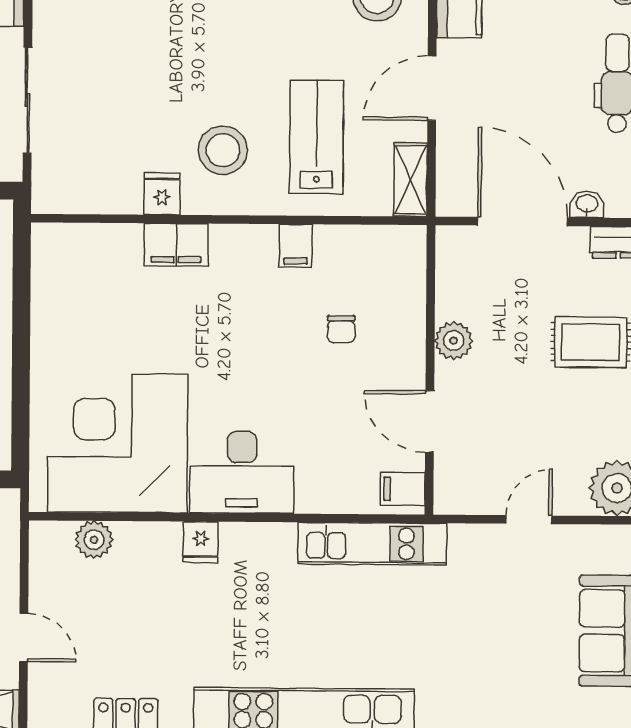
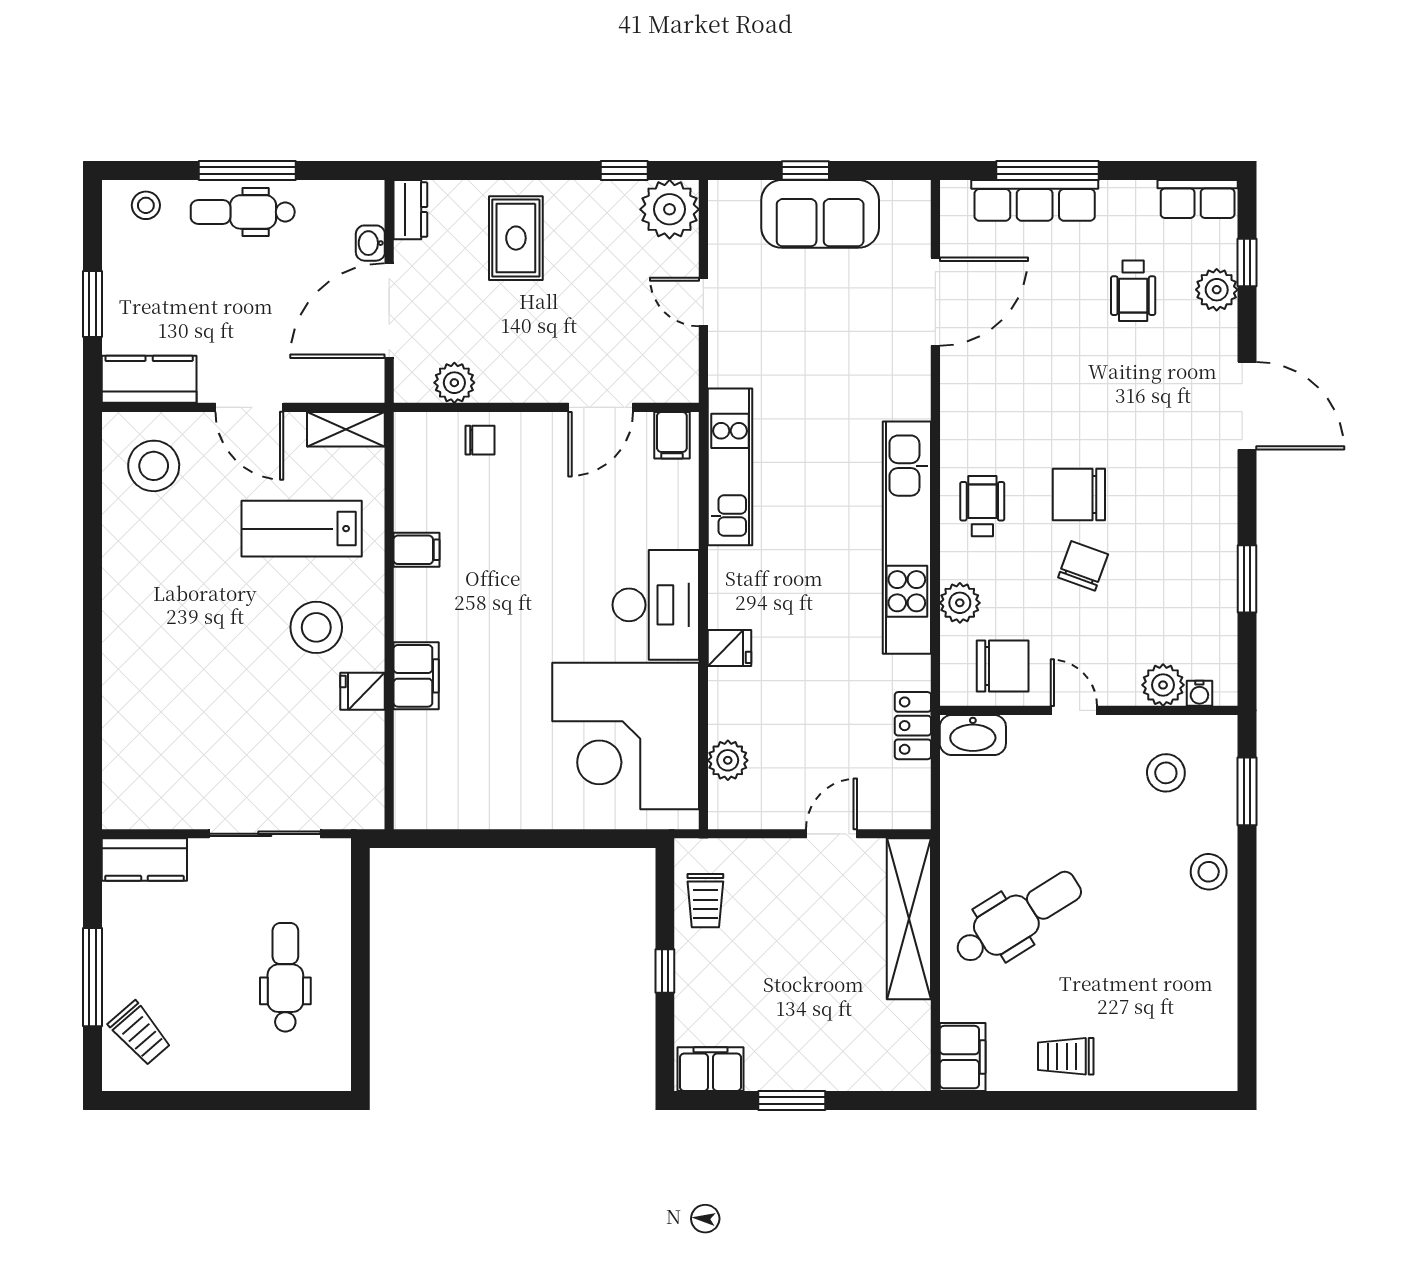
chair: (341, 329) -> (480, 440), moved
plant: (454, 341) -> (454, 383), moved

